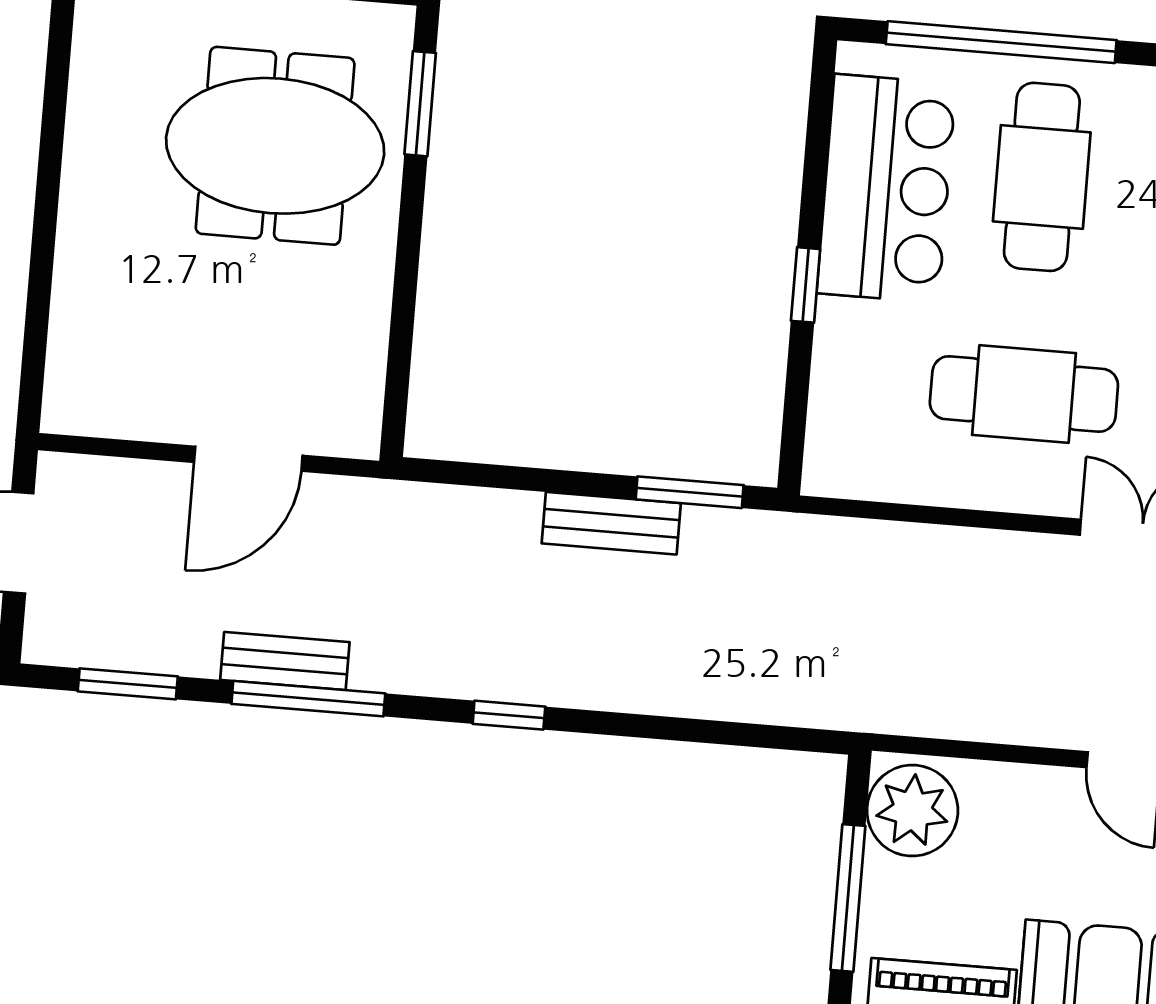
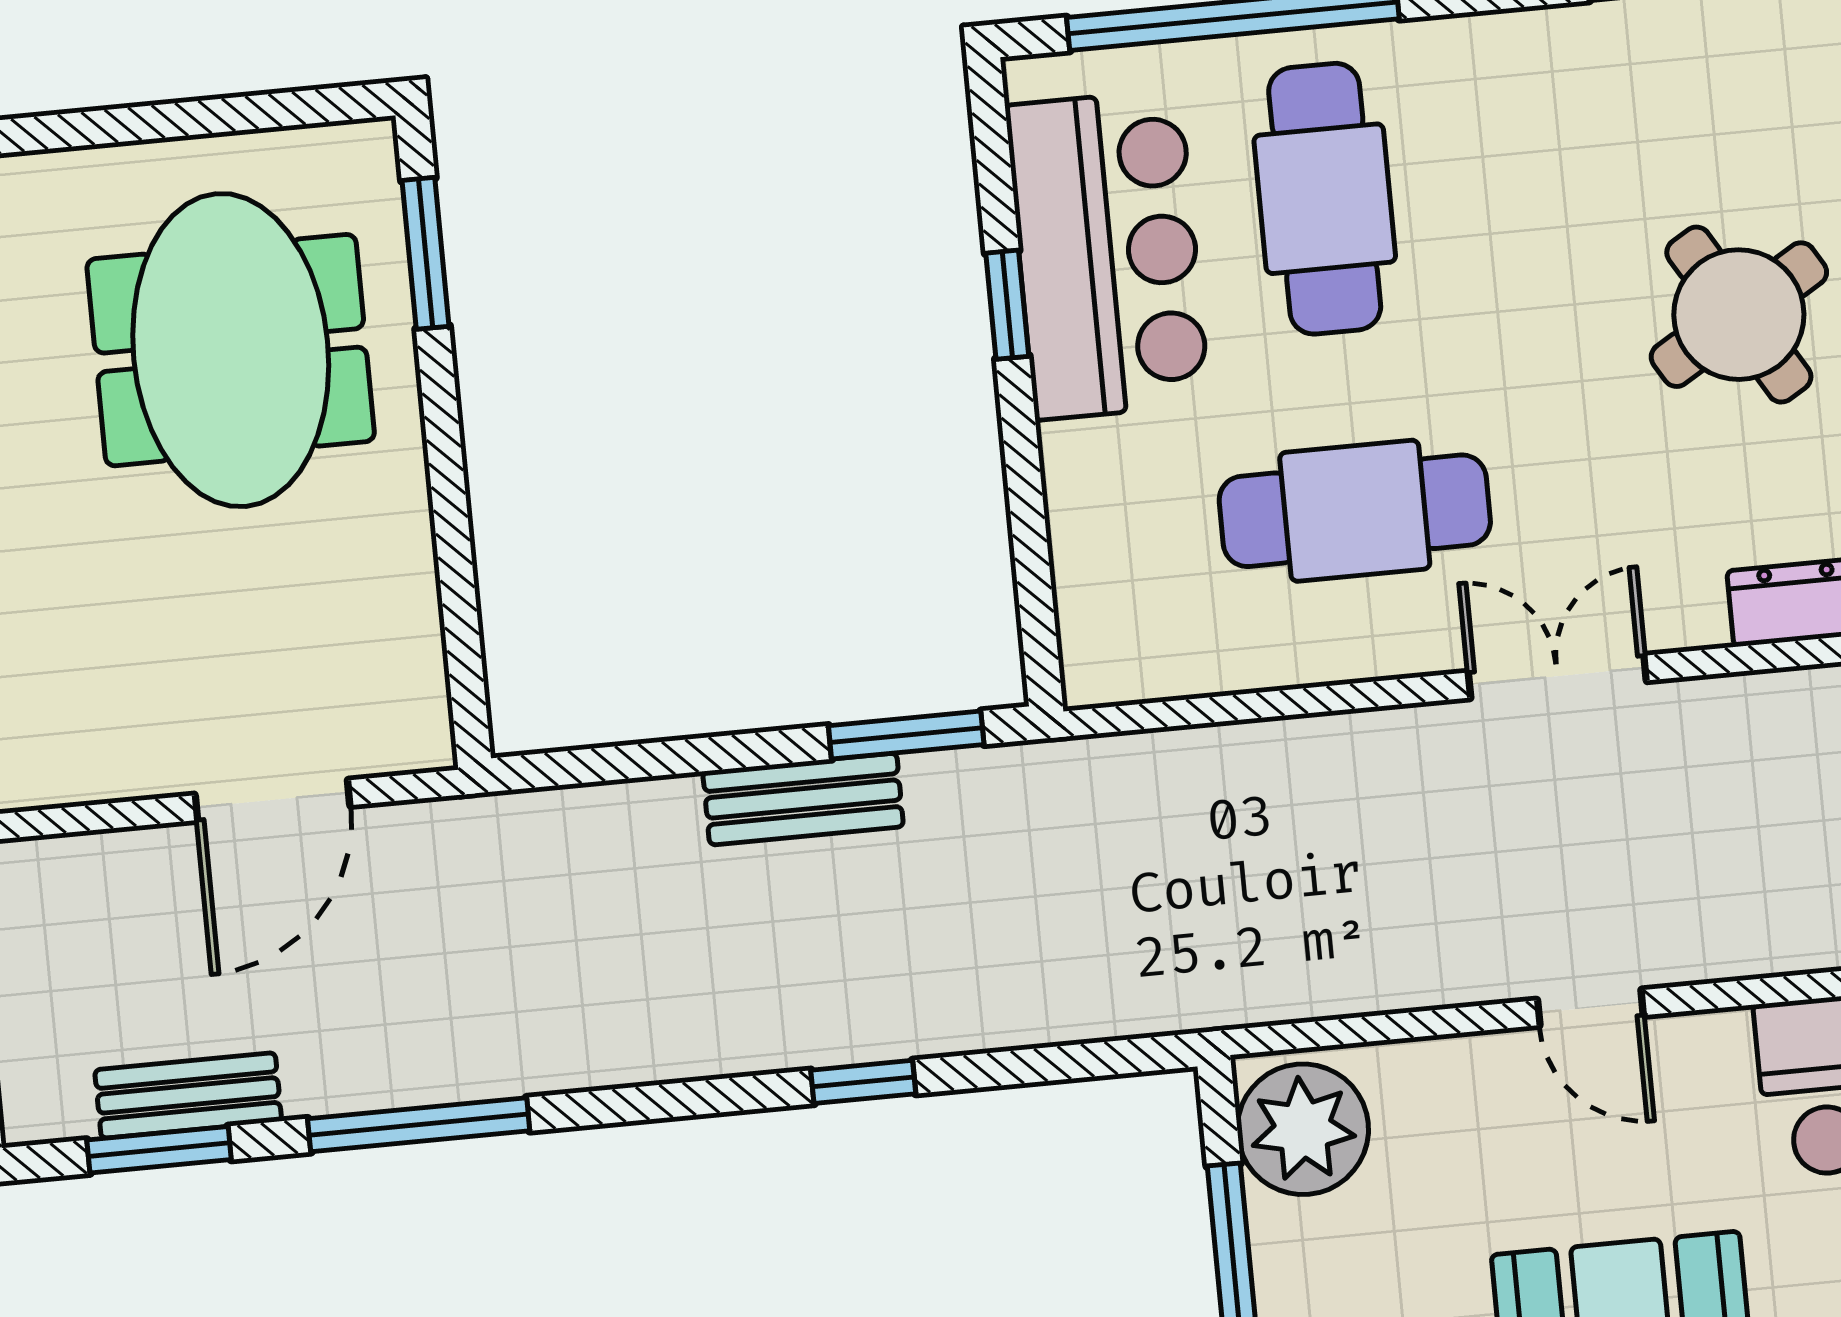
meeting table: (275, 146) -> (231, 350), turned 90
window: (806, 285) -> (1007, 305), moved
bench: (285, 661) -> (188, 1095), moved
window: (509, 715) -> (863, 1082), moved

